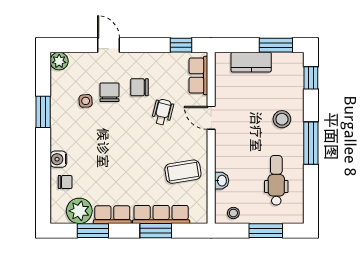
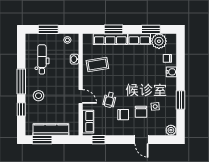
kitchen counter: (251, 62) -> (51, 130), width x1.50
window: (311, 78) -> (21, 109), moved
dental chair: (276, 180) -> (42, 59), turned 180

